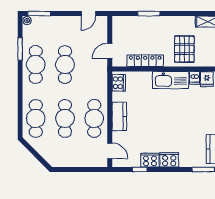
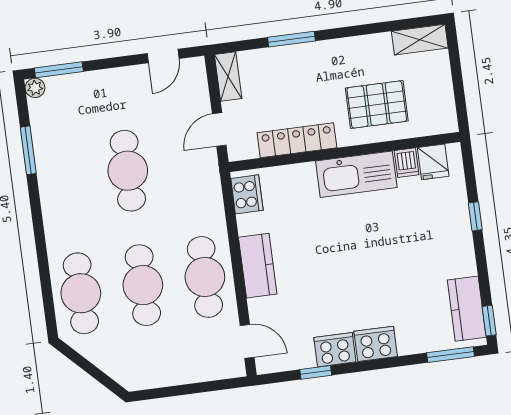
shelving: (117, 27) -> (228, 77), added
pallet: (184, 49) -> (377, 105), turned 90
cafe table: (36, 65) -> (66, 179), removed

